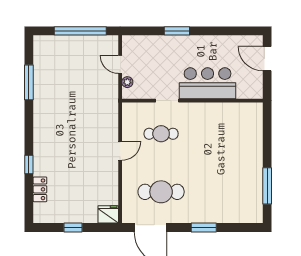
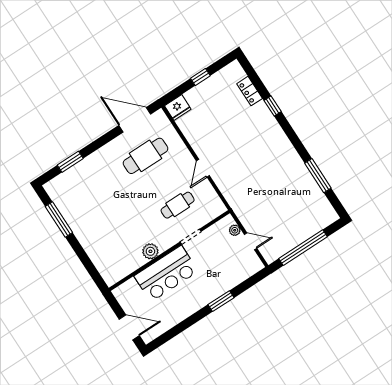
plant: (208, 110) -> (150, 251), added
window: (204, 228) -> (70, 162), moved

